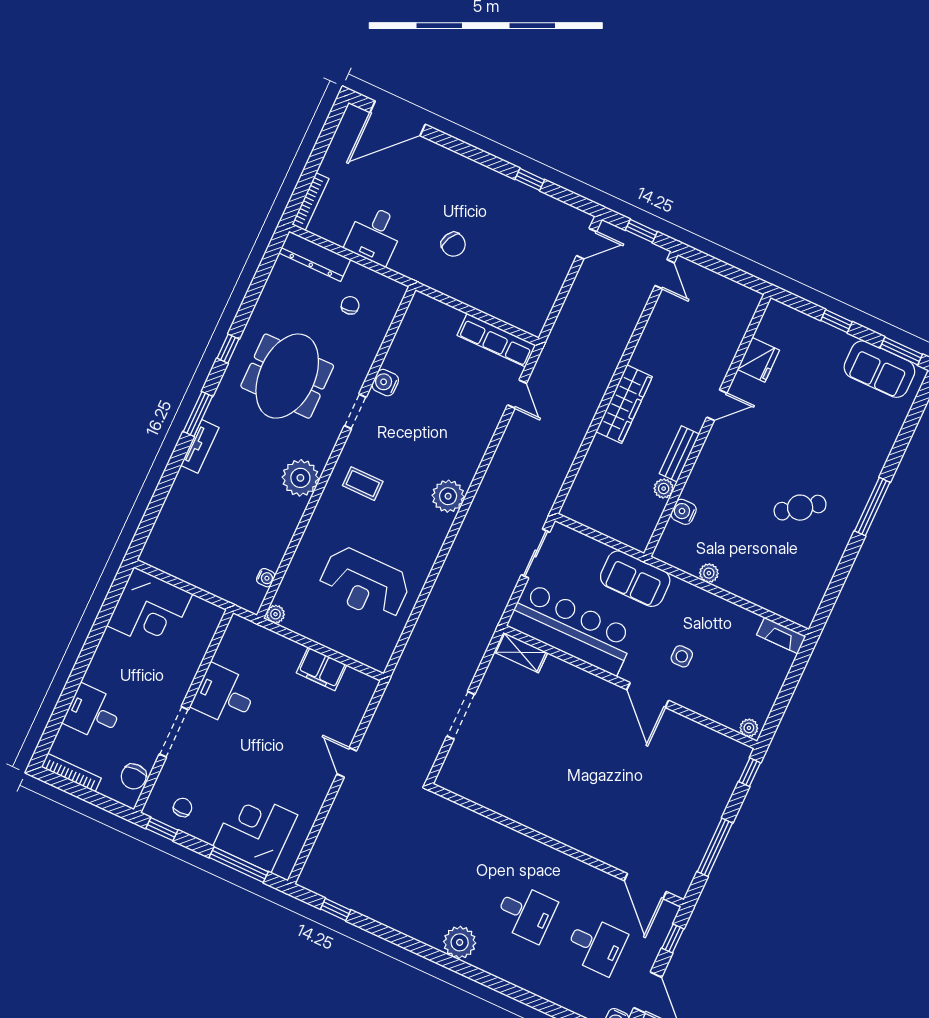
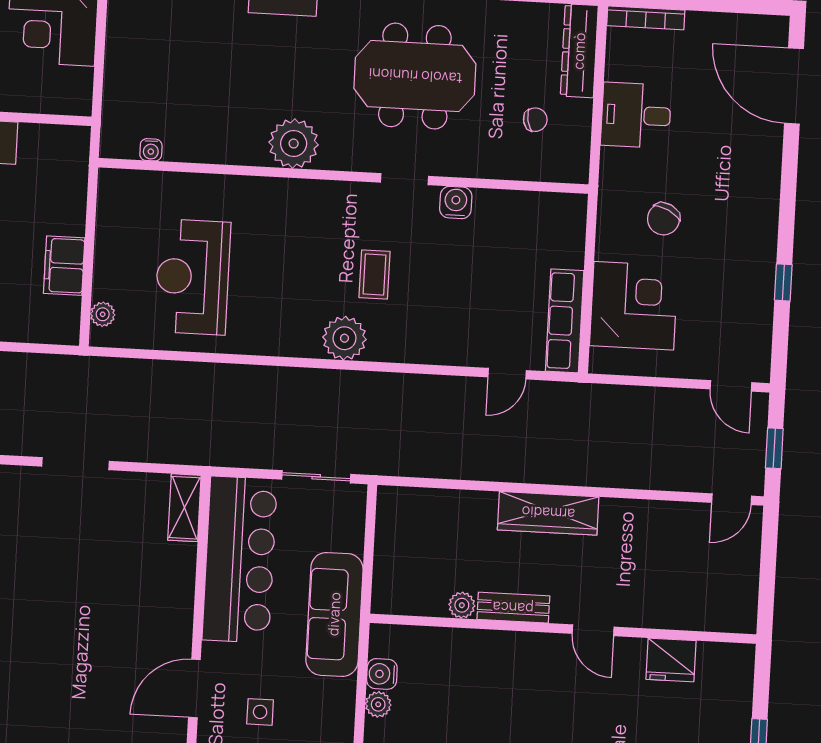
corner desk: (505, 289) -> (634, 306), added
coffee table: (363, 484) -> (375, 275), moved
water cooler: (684, 512) -> (382, 674), moved, turned -90
sofa: (635, 579) -> (334, 614), width x1.36
plant: (276, 614) -> (103, 314), moved

